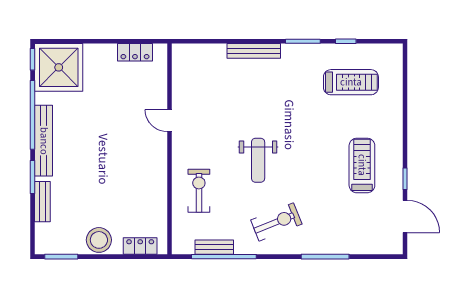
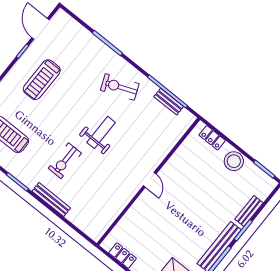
door: (169, 121) -> (150, 180), moved
exercise bike: (199, 191) -> (65, 161), moved

